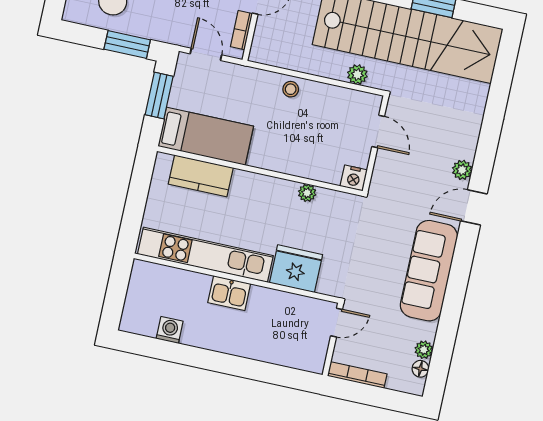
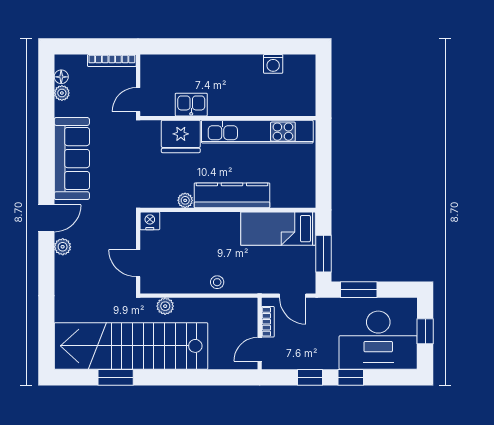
kitchen counter: (201, 176) -> (232, 195), moved, width x1.50
kitchen sink: (229, 293) -> (191, 105), moved

